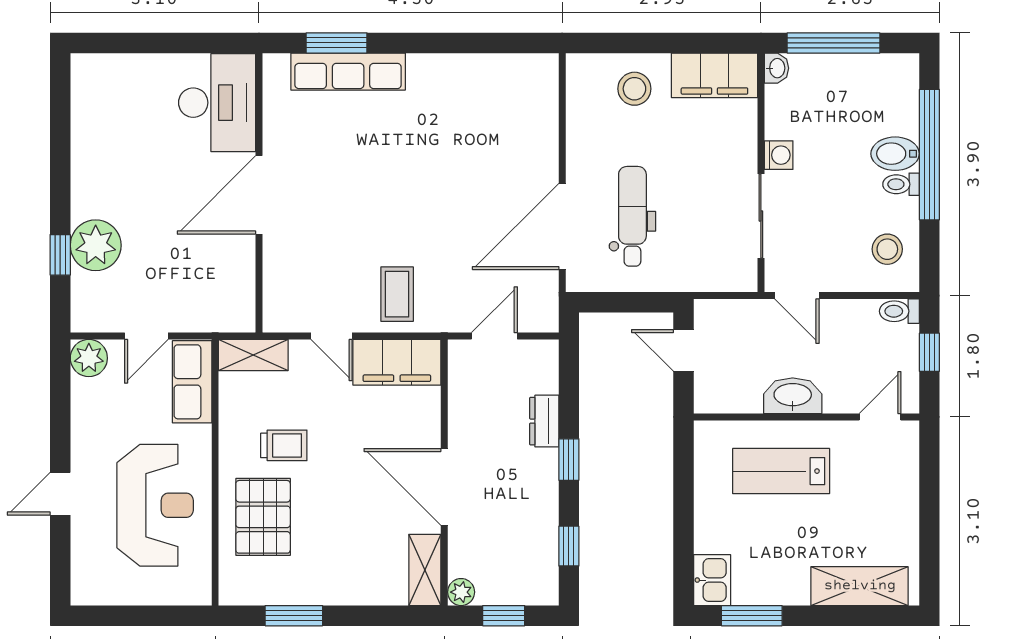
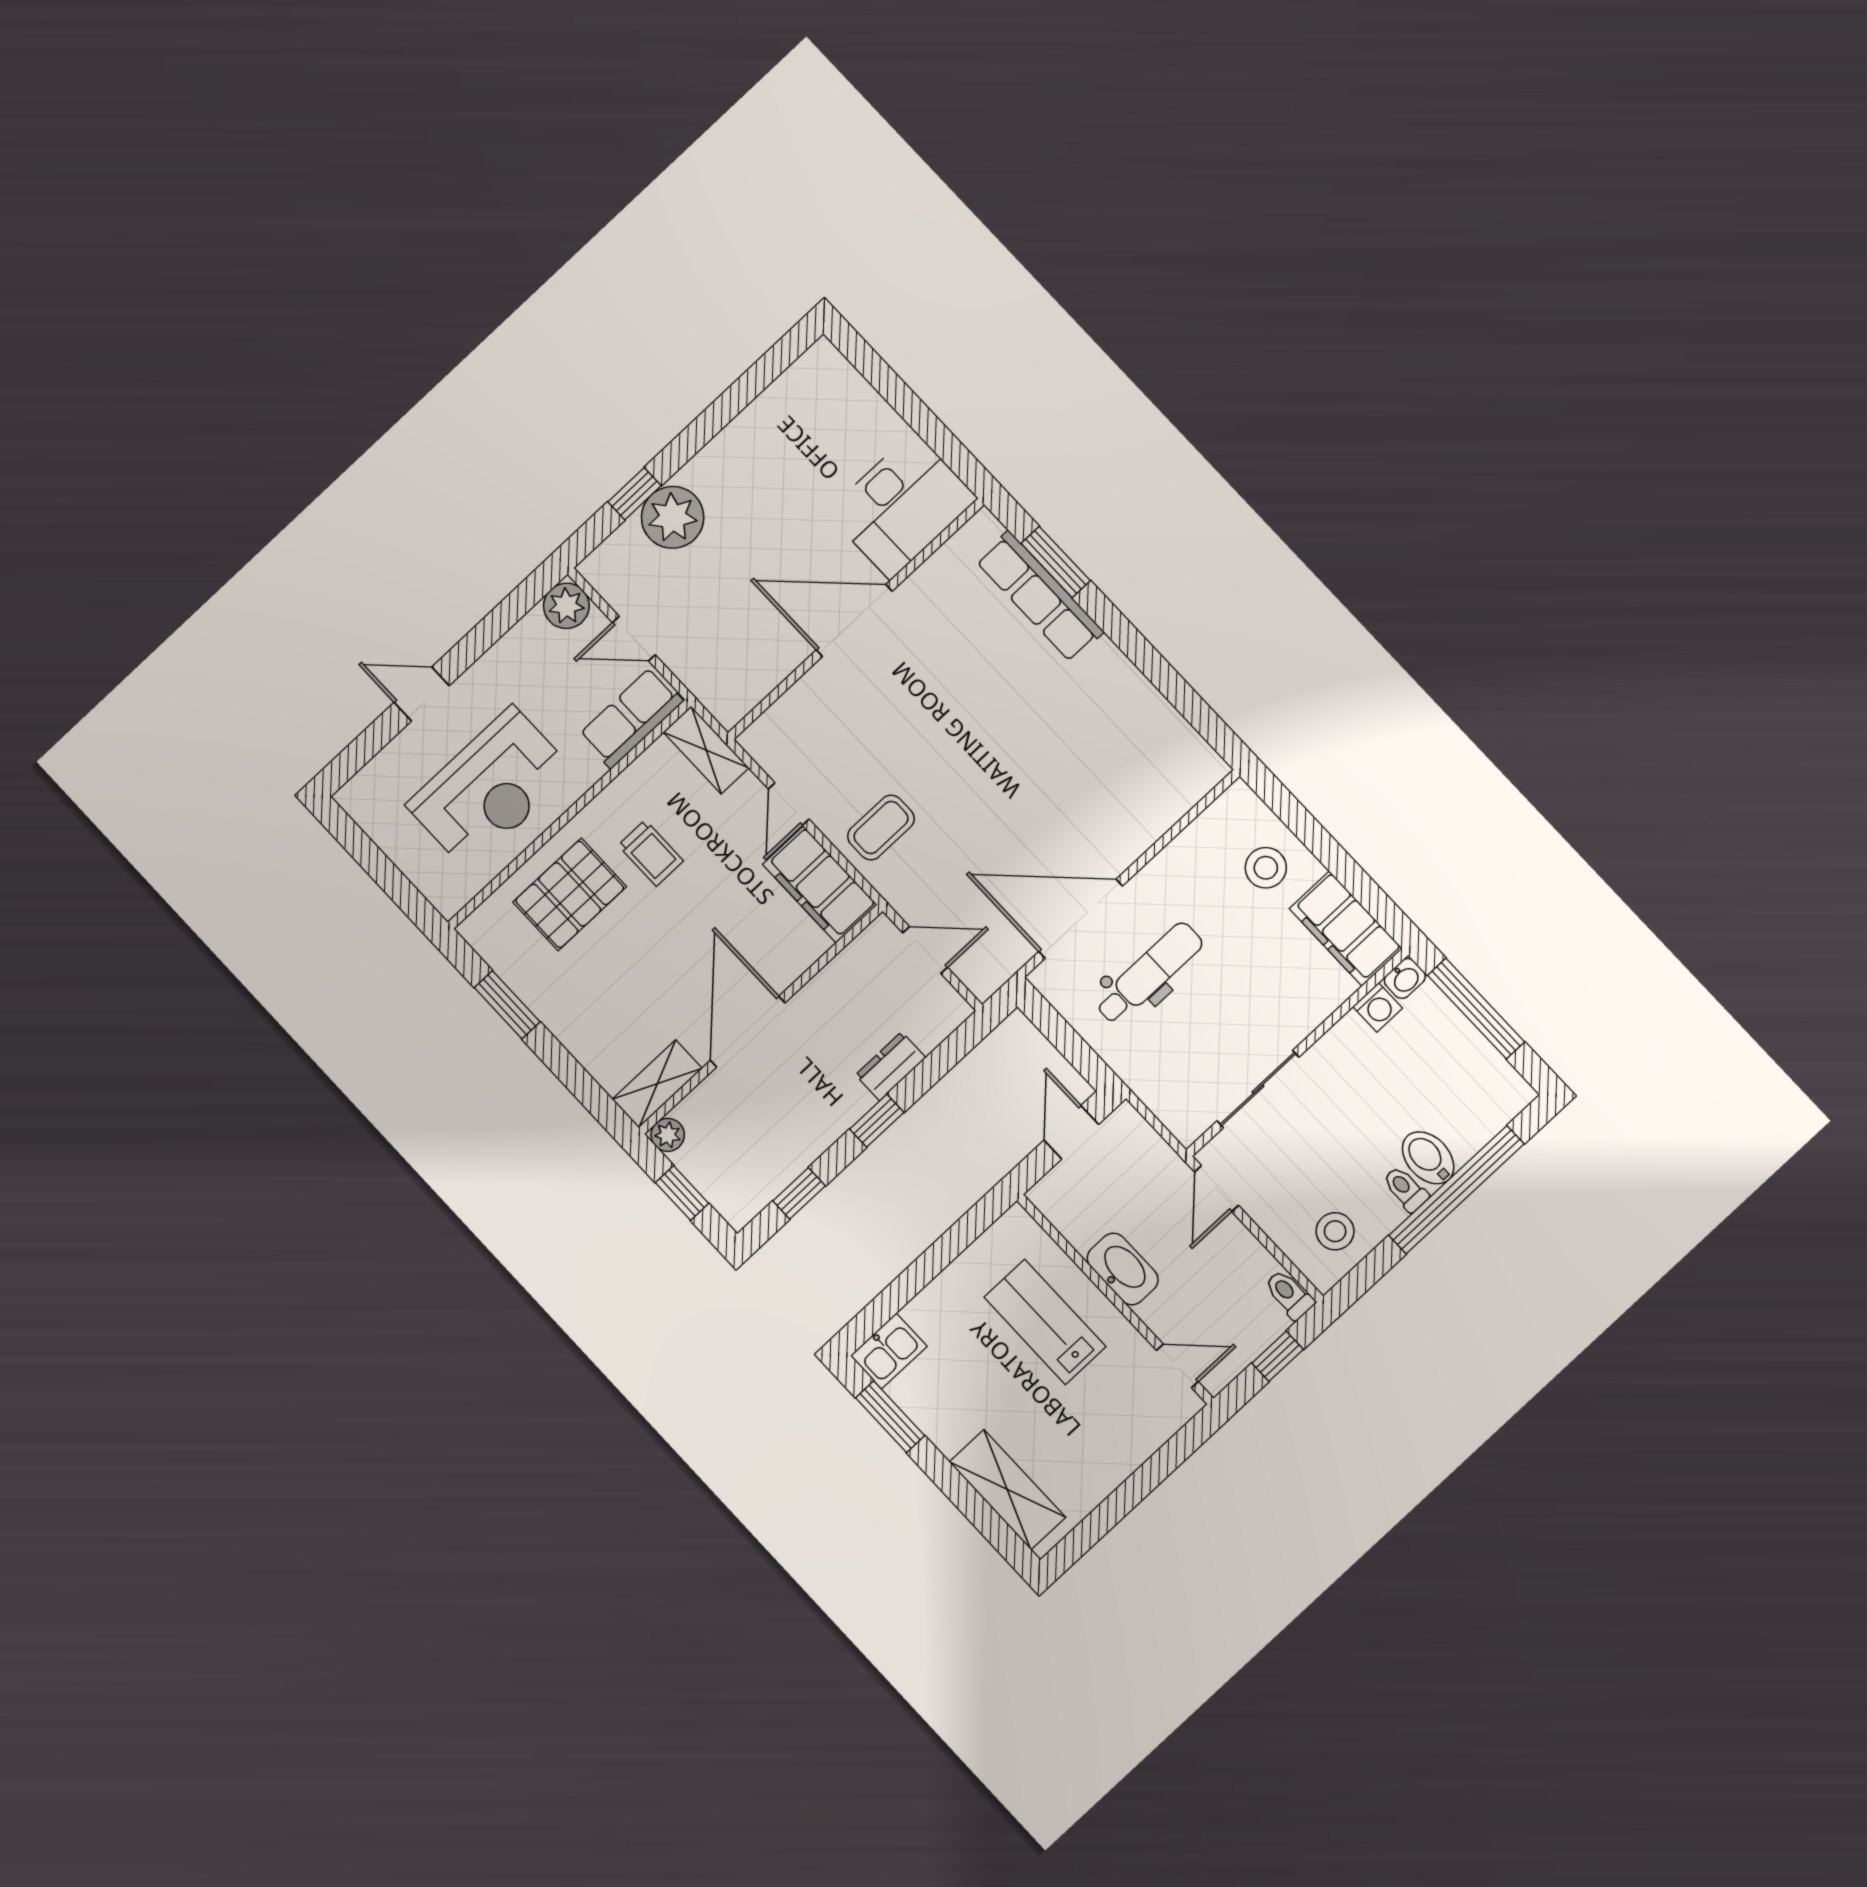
washing machine: (779, 155) -> (1378, 1007), moved

